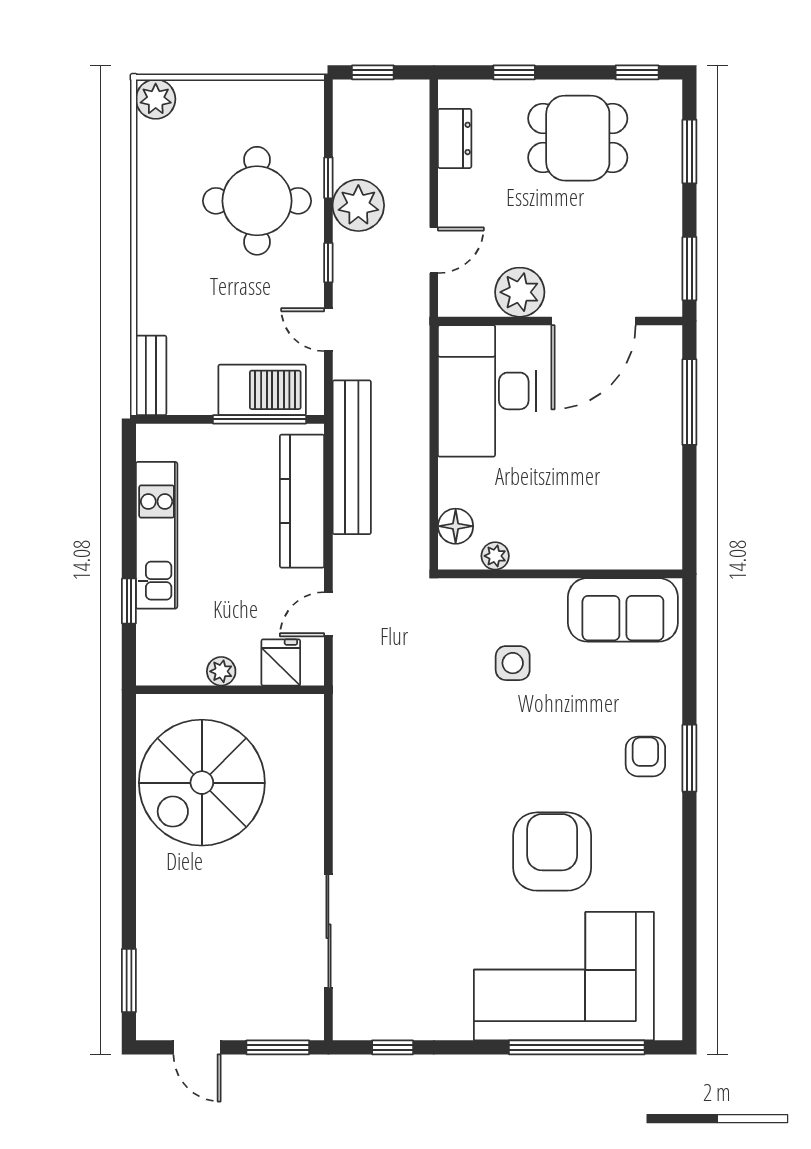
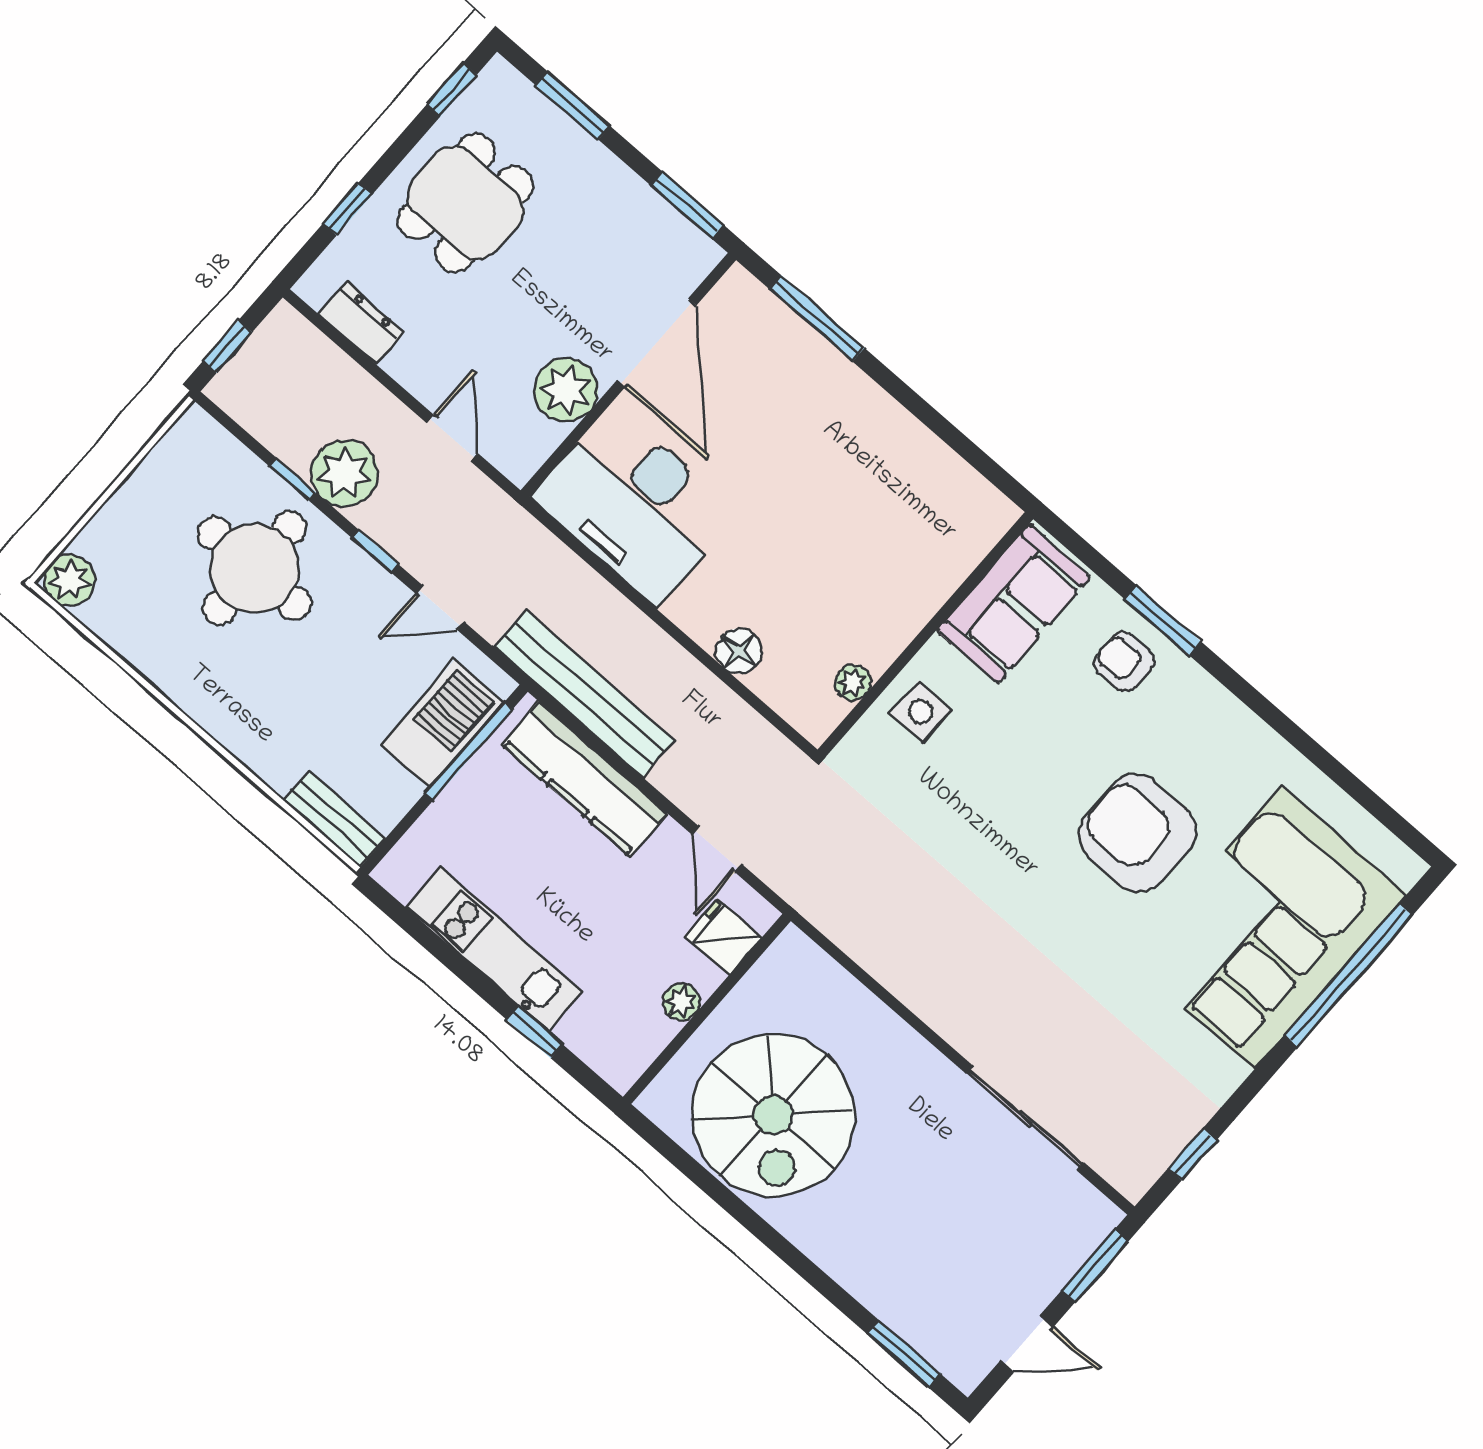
plant: (495, 556) -> (853, 682), moved
wall: (560, 574) -> (925, 634), moved
sofa: (623, 610) -> (1014, 604), moved

